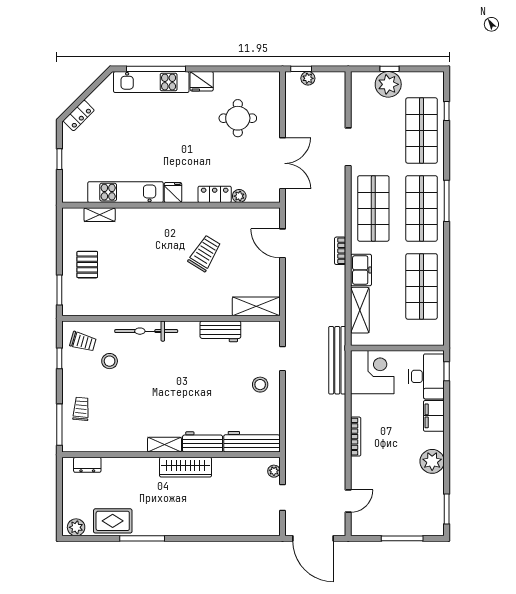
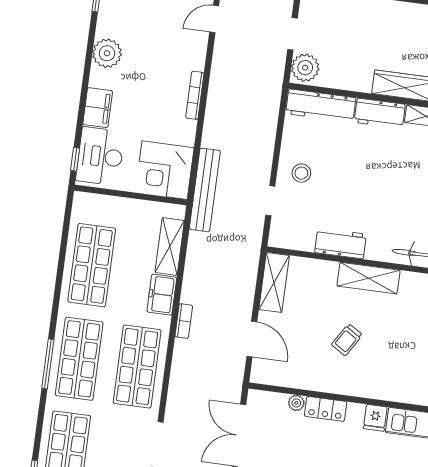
trolley: (205, 253) -> (347, 340), width x0.73, depth x0.72
shelving: (194, 306) -> (368, 278), added
shelving: (256, 306) -> (274, 282), moved, turned 90
plant: (274, 471) -> (305, 68), width x1.88, depth x1.88

